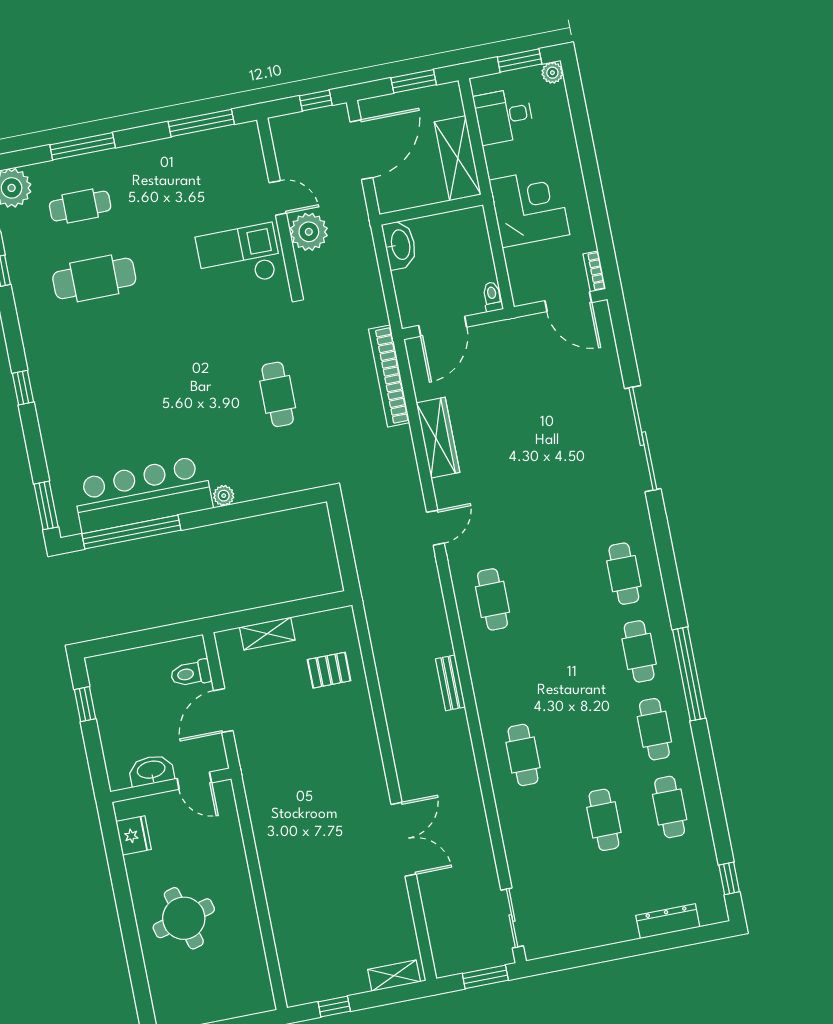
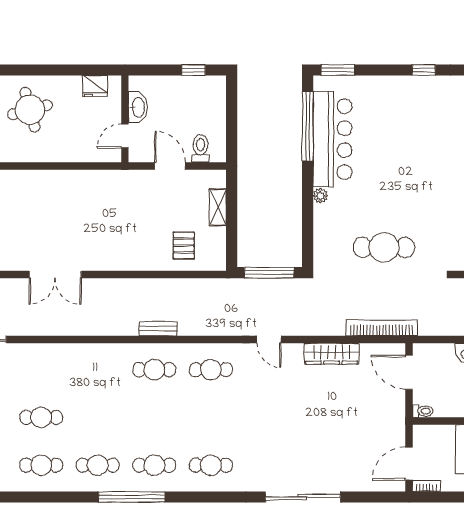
cafe table: (278, 394) -> (384, 247), width x1.37, depth x1.35
window: (343, 545) -> (269, 273), added
cafe table: (523, 755) -> (154, 370), moved

